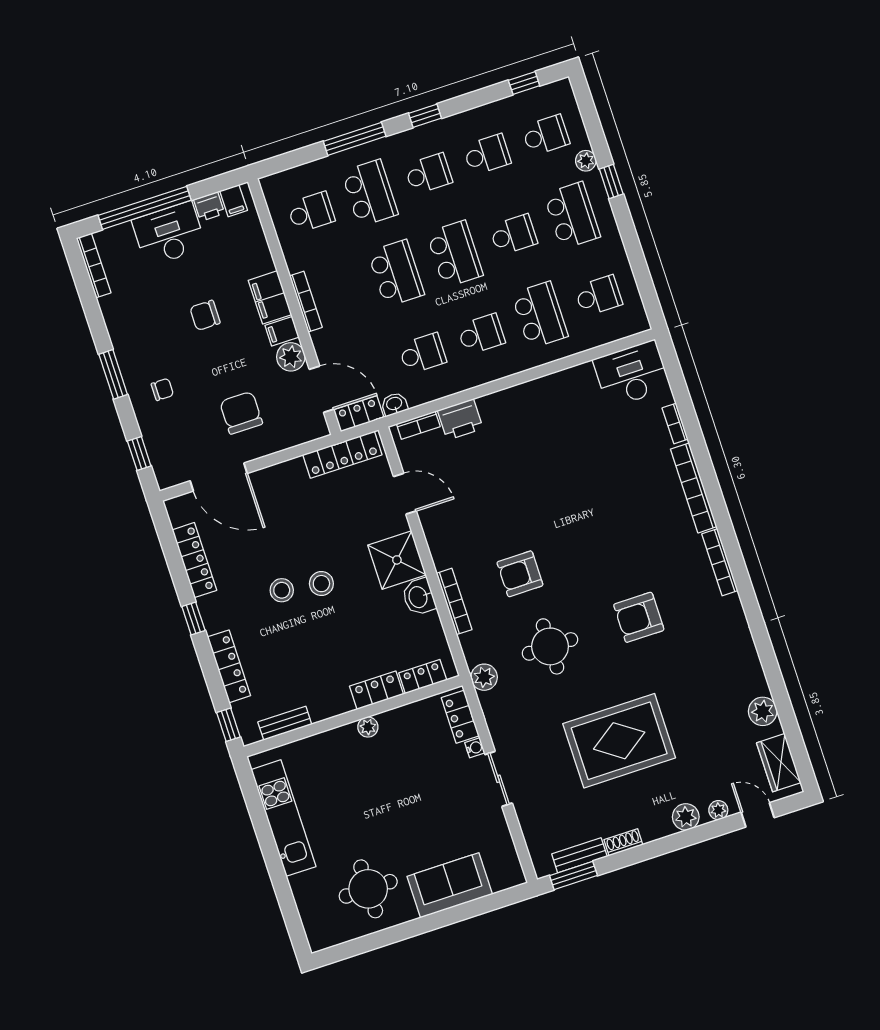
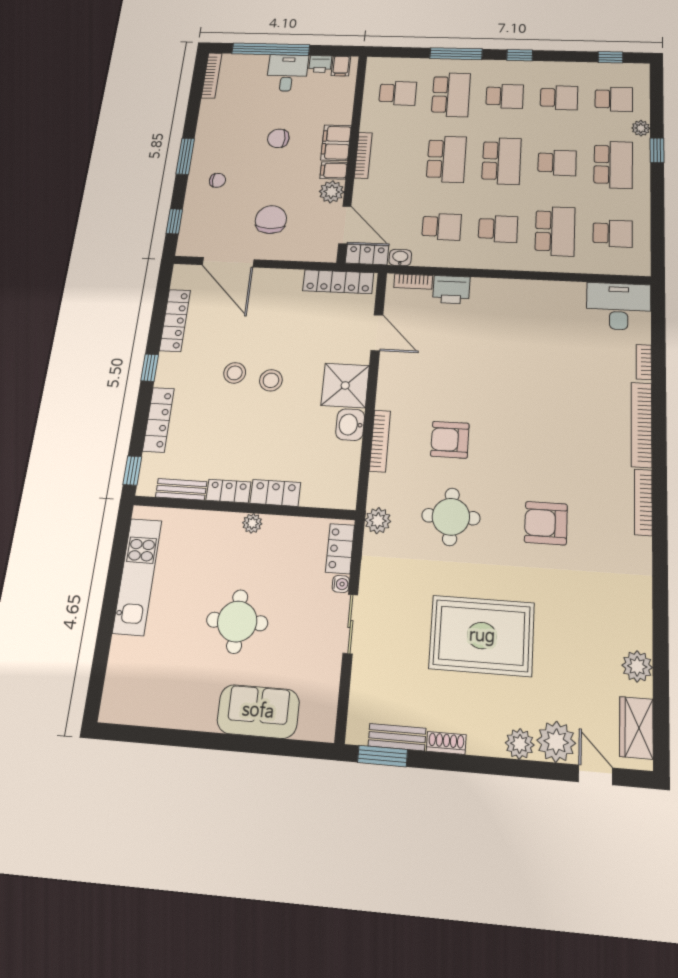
desk: (169, 234) -> (287, 73), width x0.73
locker: (423, 677) -> (228, 491), moved
plant: (718, 810) -> (556, 742), width x1.88, depth x1.88
round table: (368, 889) -> (237, 621), moved

